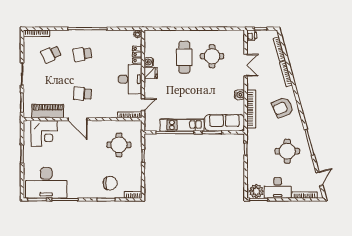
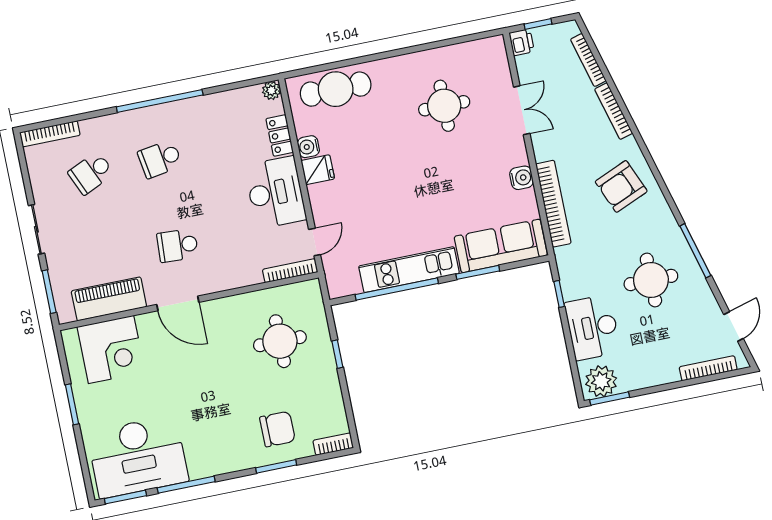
cafe table: (184, 57) -> (336, 89), moved, turned 90
desk: (278, 188) -> (593, 327), moved, turned 90

